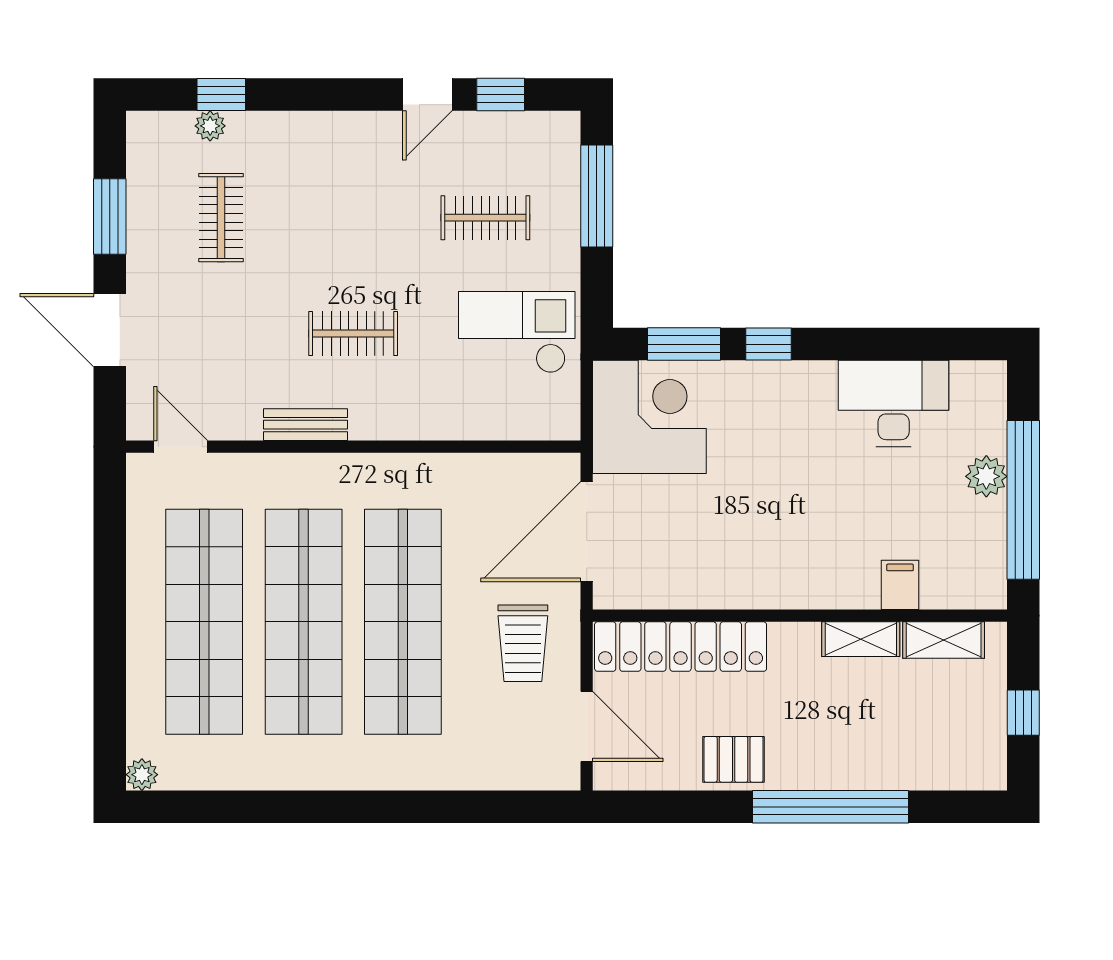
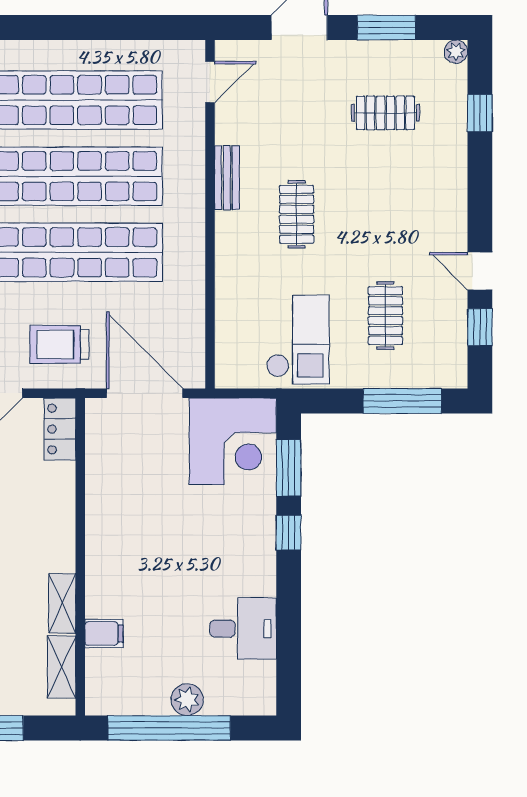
plant: (210, 126) -> (456, 52), moved
desk: (894, 403) -> (243, 629), width x0.73
locker: (681, 647) -> (60, 429), width x0.46, depth x0.83

